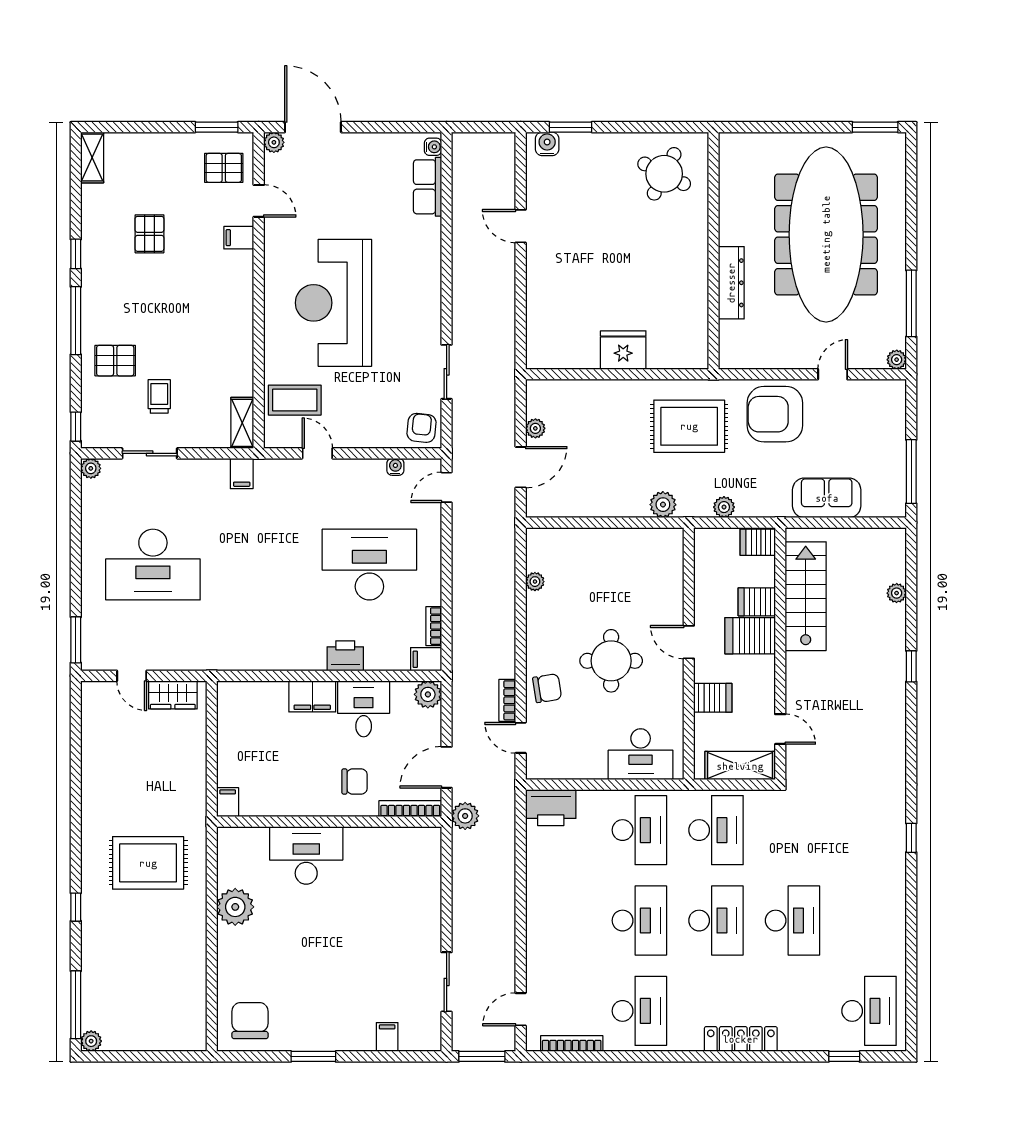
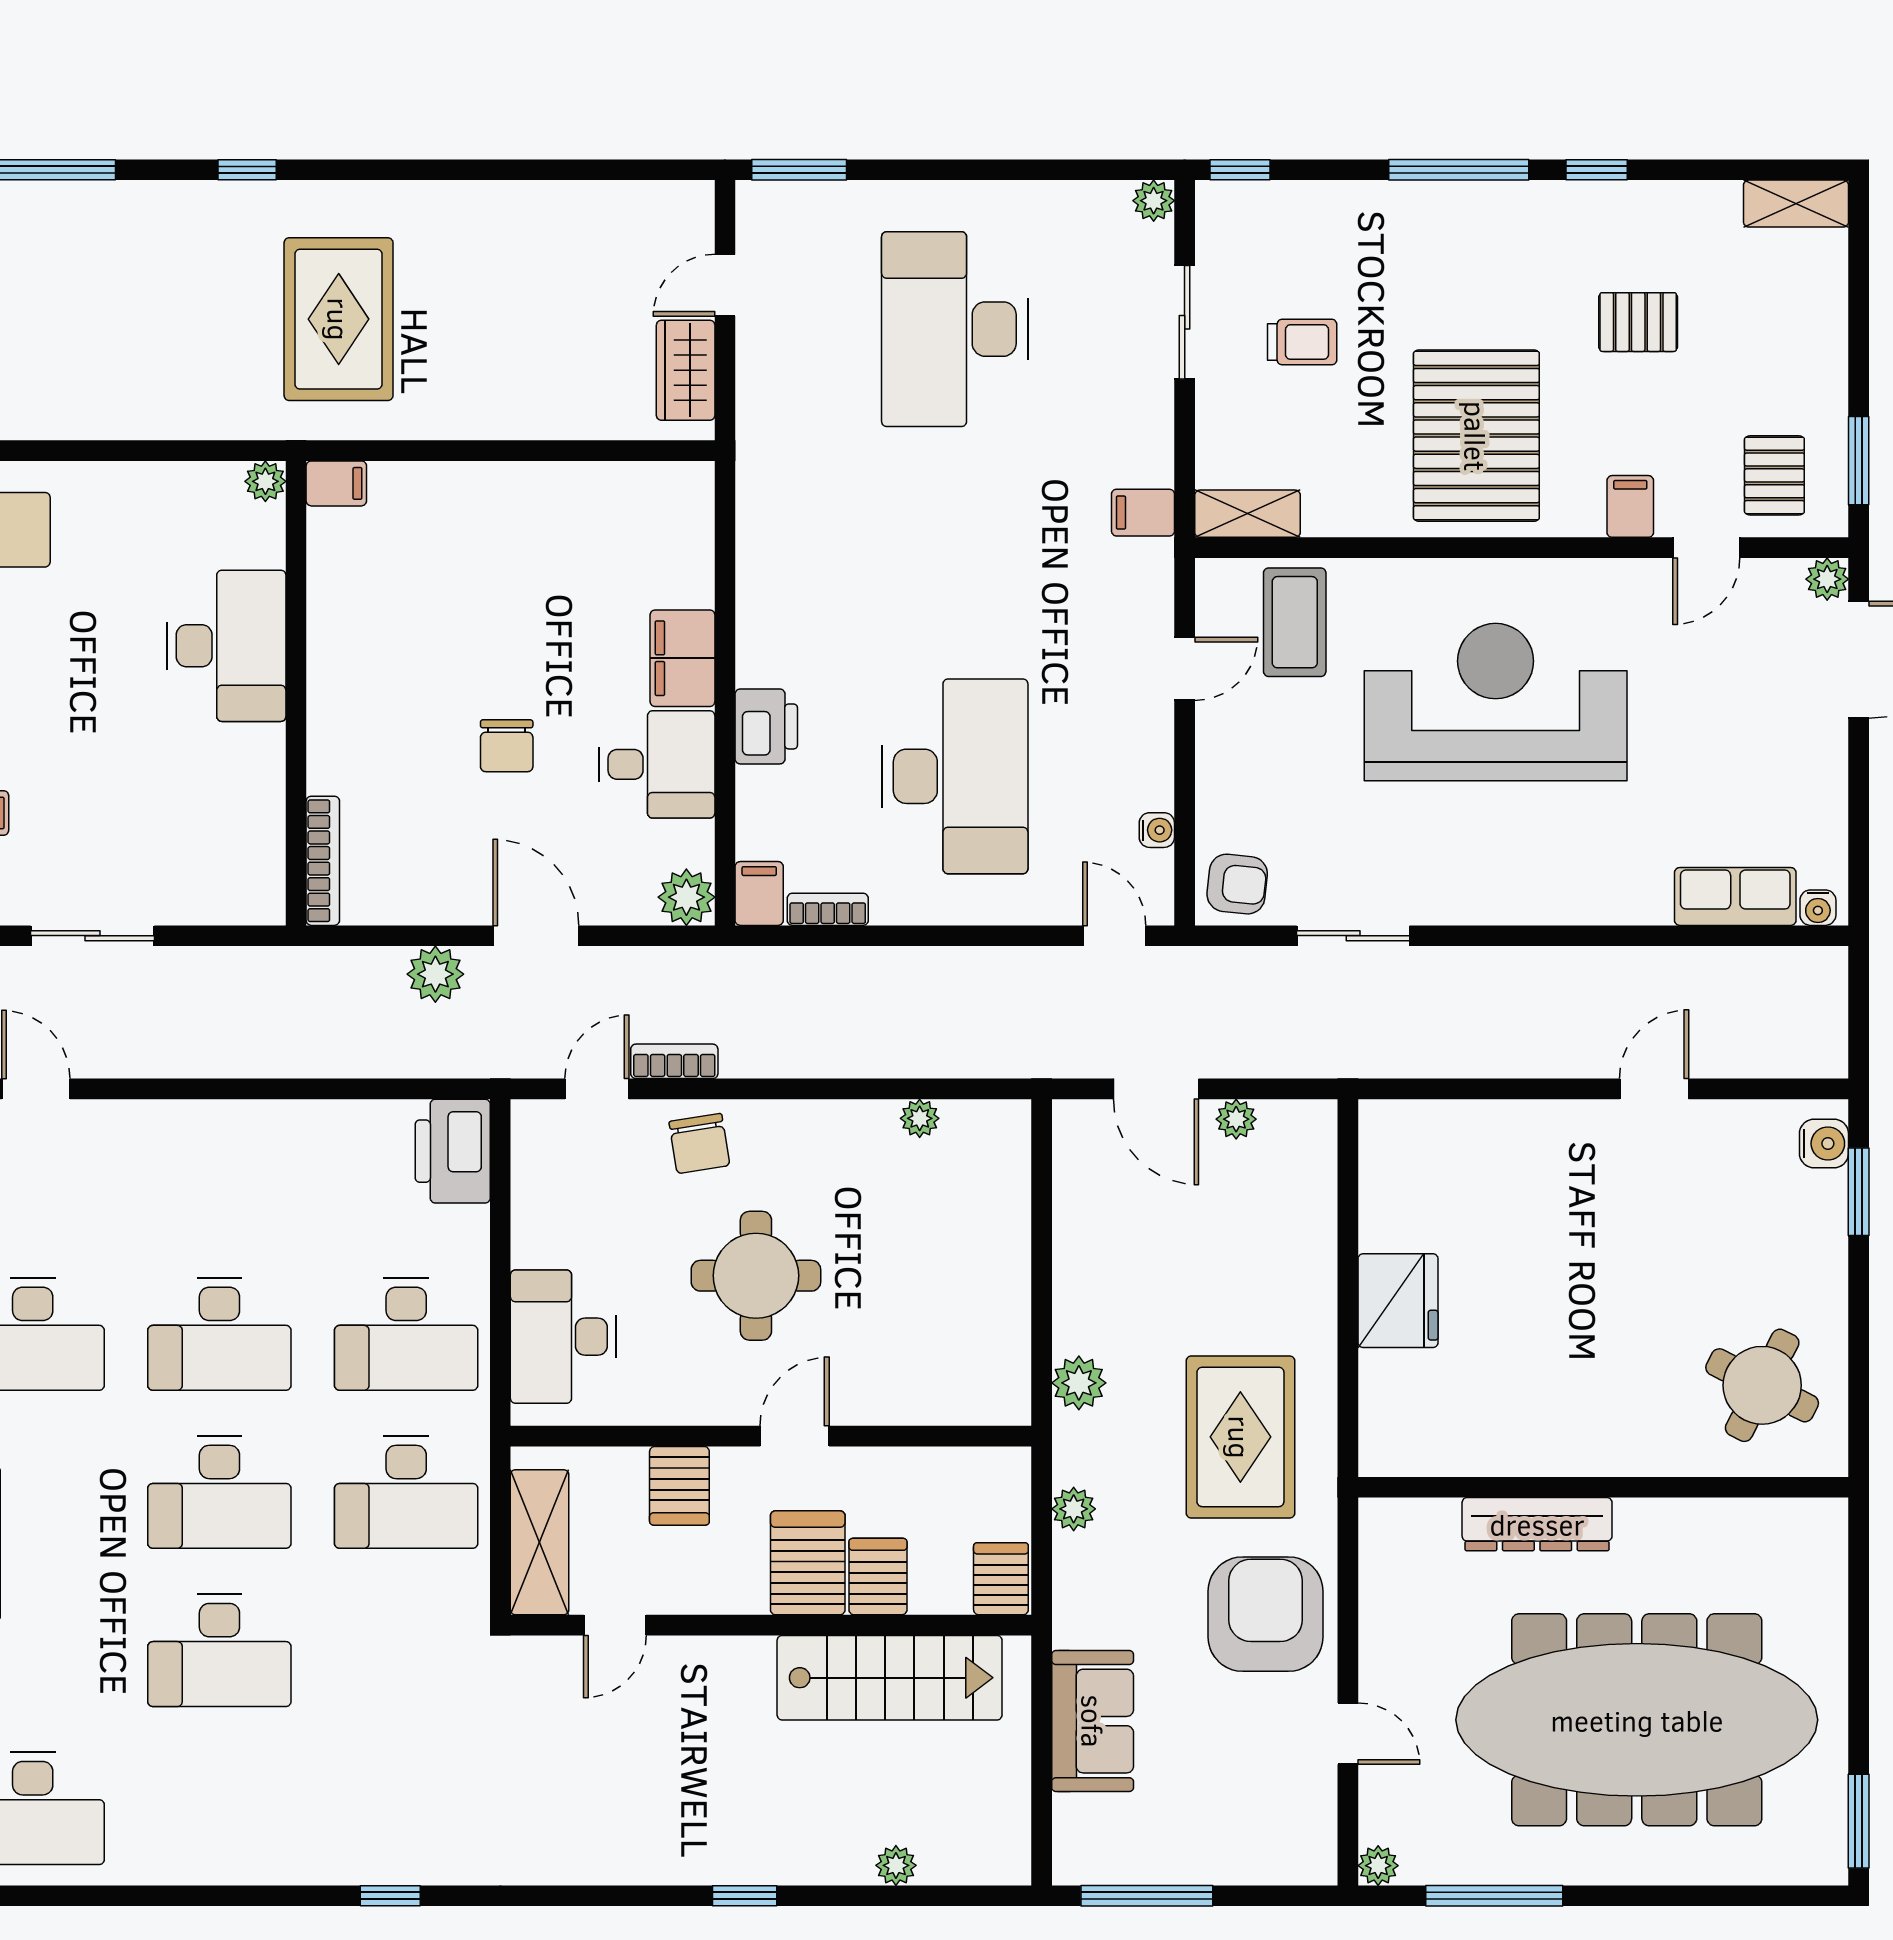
pallet: (115, 361) -> (1476, 436), moved, width x2.05, depth x2.00
filing cabinet: (228, 802) -> (336, 483), moved
bookcase: (410, 809) -> (323, 861), moved
wall: (329, 822) -> (296, 693), moved
desk: (306, 855) -> (226, 646), moved
plant: (235, 907) -> (265, 481), width x0.53, depth x0.53

